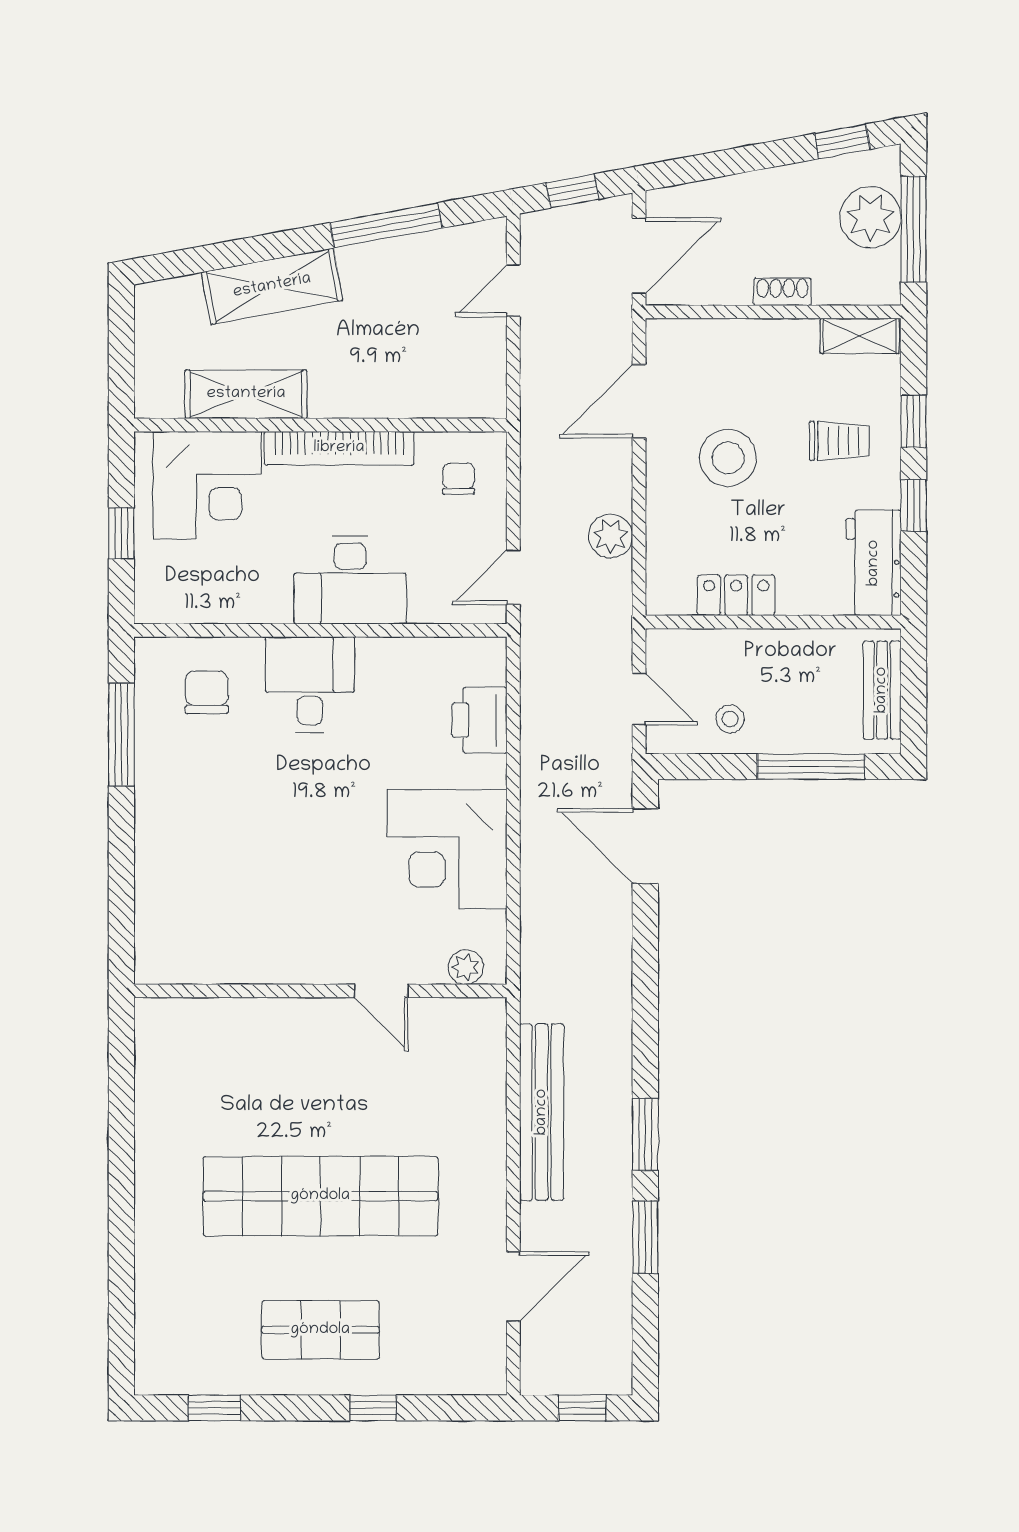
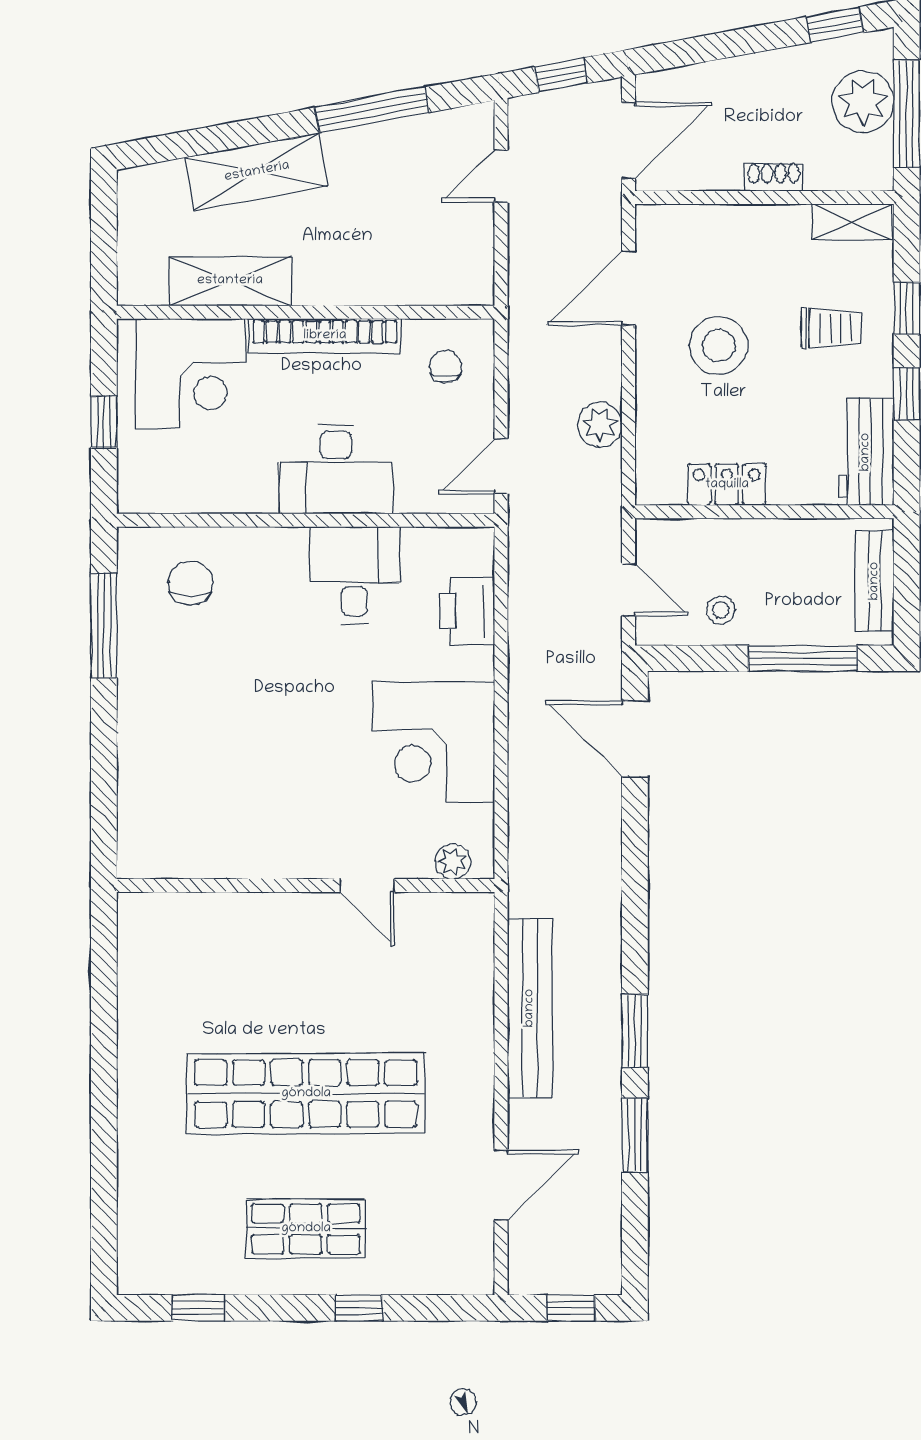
desk: (310, 685) -> (355, 575), moved

